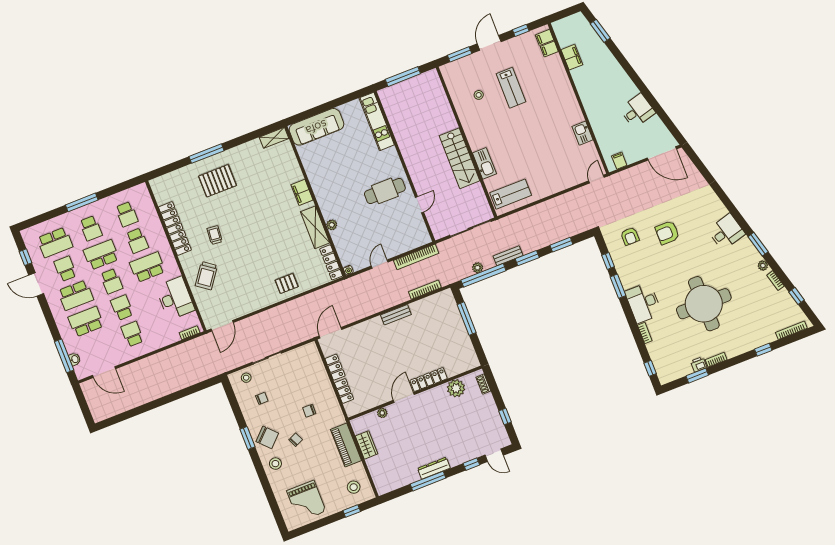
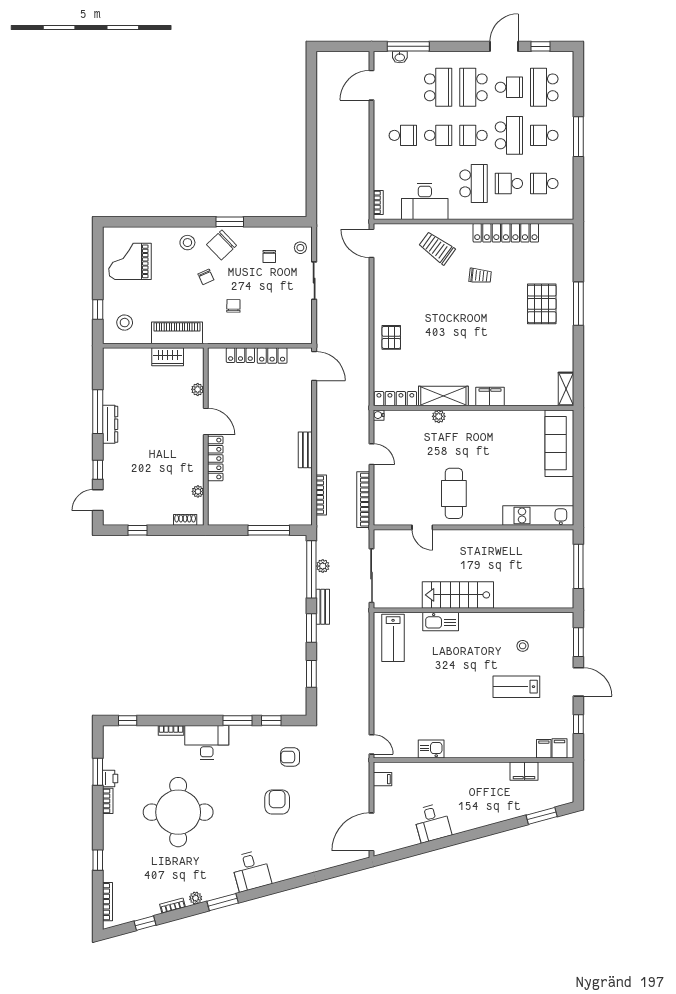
plant: (456, 388) -> (198, 491), width x0.53, depth x0.53

